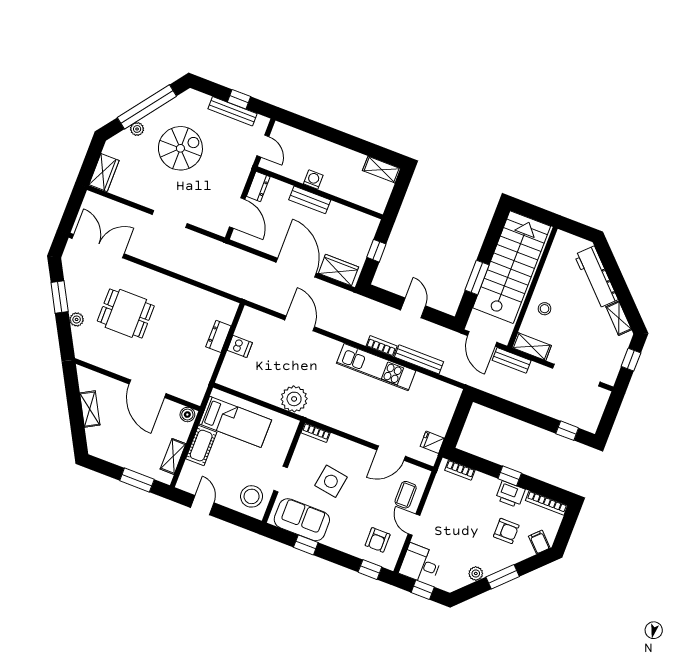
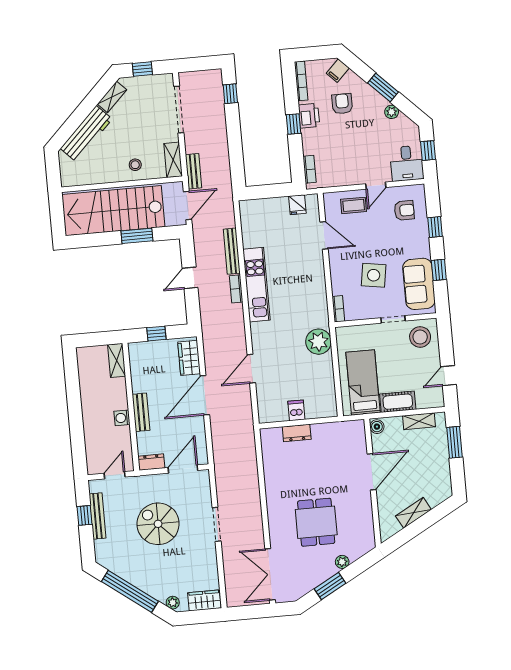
plant: (137, 129) -> (173, 603), moved
spiral stairs: (180, 148) -> (158, 524), moved
shelving: (382, 170) -> (117, 360), moved
window: (370, 570) -> (435, 227), moved

